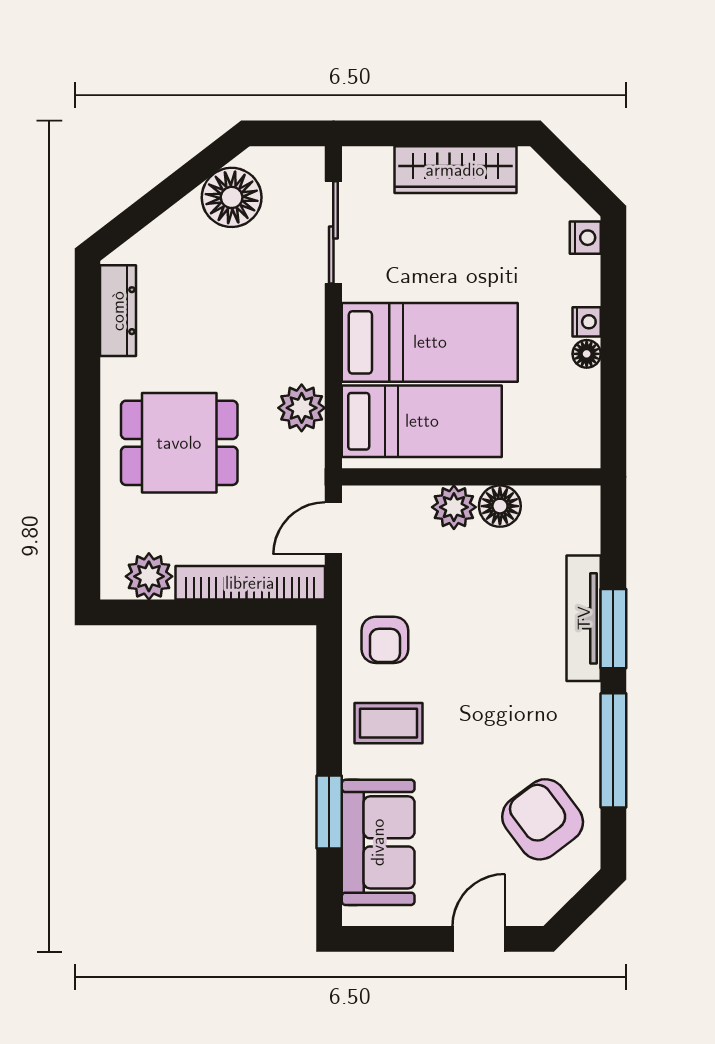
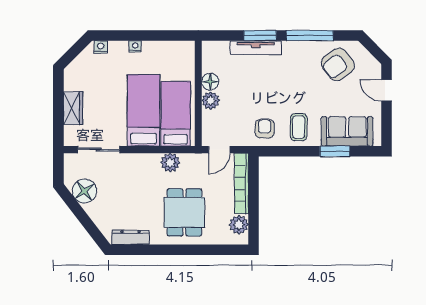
wardrobe: (455, 170) -> (73, 108), width x0.67
floor lamp: (587, 354) -> (148, 46), removed
door: (333, 528) -> (219, 150), hinge flipped
armchair: (385, 640) -> (265, 129), turned -90

